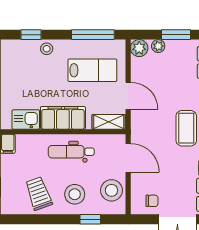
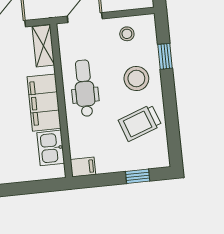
dental chair: (71, 152) -> (85, 88), turned 180
stool: (111, 190) -> (127, 34), width x0.53, depth x0.53

